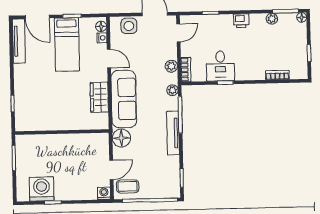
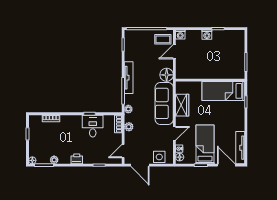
door: (109, 59) -> (174, 133), swing flipped
bed: (44, 118) -> (223, 91), added
washing machine: (42, 189) -> (207, 35), moved, width x0.53, depth x0.53

